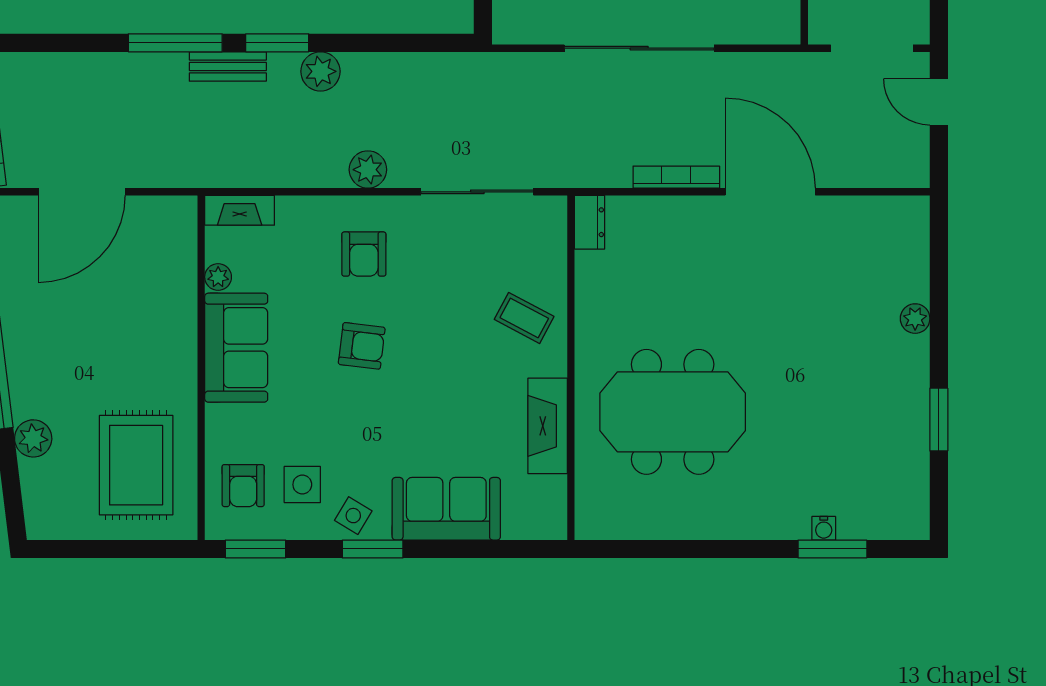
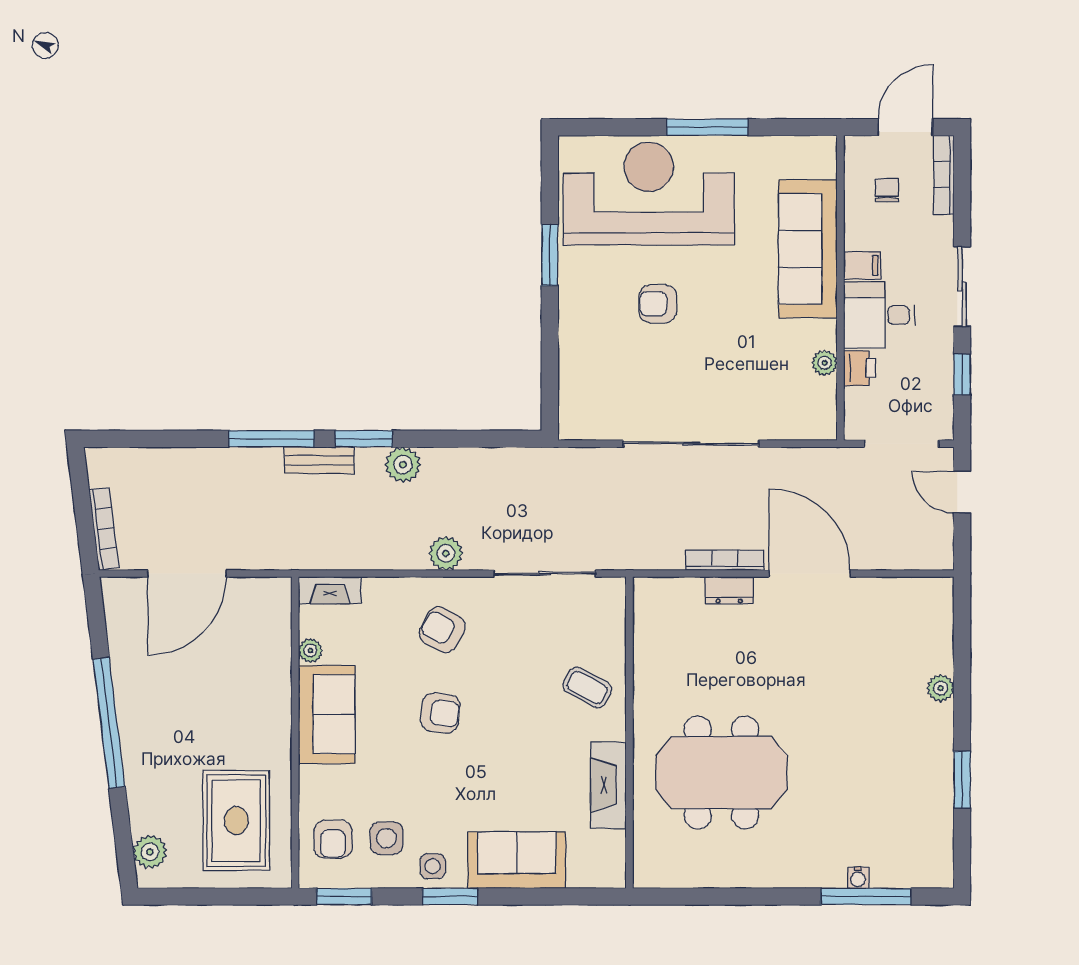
dresser: (590, 222) -> (729, 590), moved, turned 90
armchair: (364, 254) -> (442, 630), turned 119
plant: (33, 438) -> (150, 852), moved
side table: (353, 516) -> (433, 866), turned -31
window: (832, 549) -> (866, 896), width x1.44

